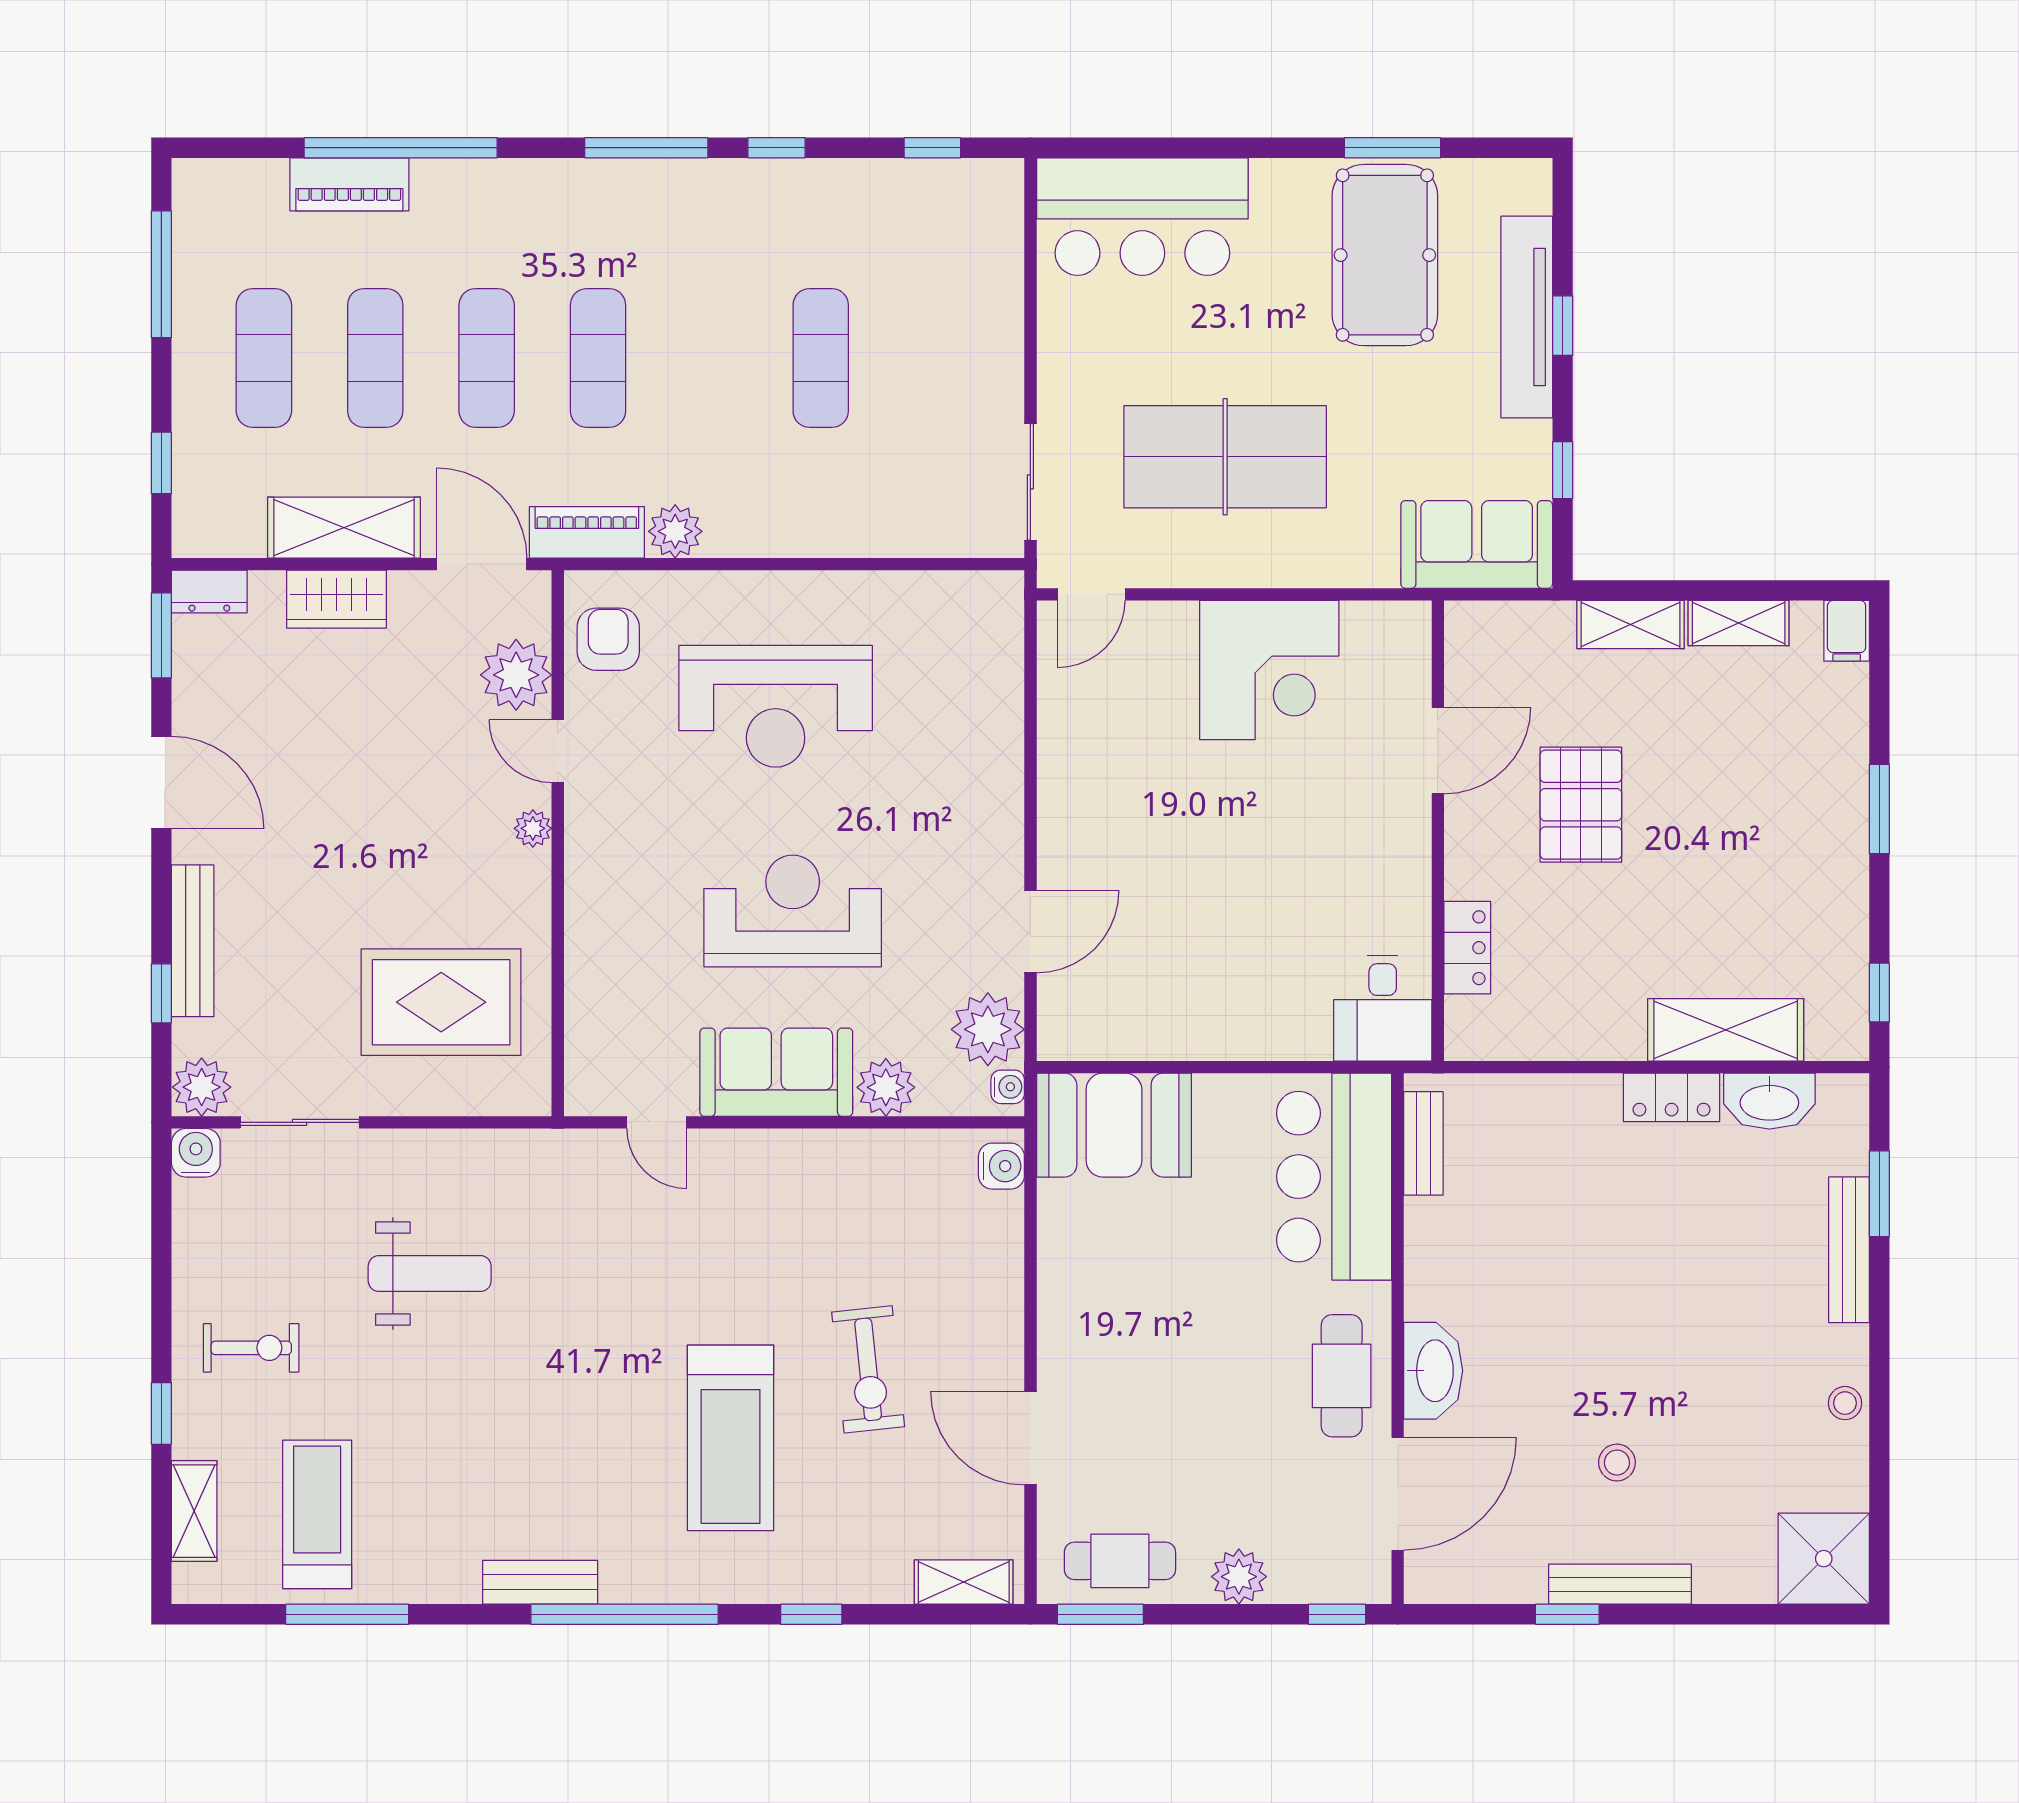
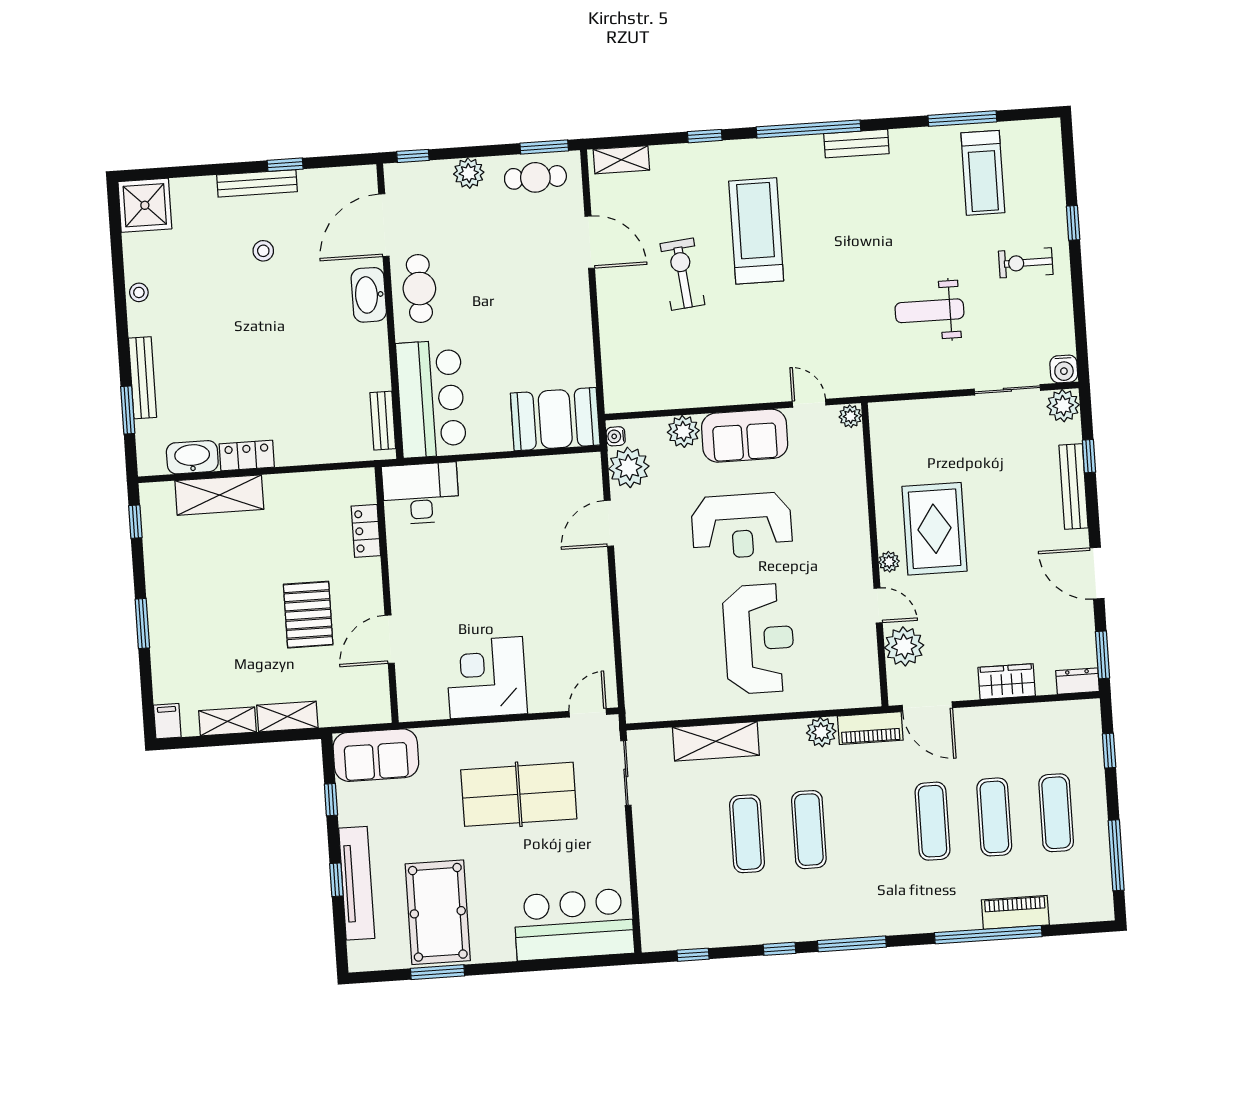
exercise mat: (598, 358) -> (809, 830), moved
shelving: (344, 528) -> (716, 741), moved
armchair: (608, 639) -> (854, 670), removed
reception desk: (776, 706) -> (759, 639), turned 90
rug: (441, 1002) -> (935, 529), moved, turned 90
desk: (1383, 1008) -> (421, 493), width x1.37
plant: (584, 1094) -> (850, 416), added
water cooler: (1001, 1166) -> (616, 392), removed
shelving: (194, 1511) -> (1051, 170), removed

